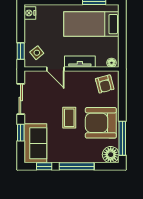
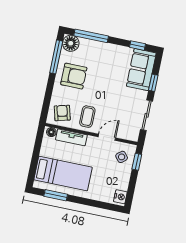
tv unit: (80, 62) -> (71, 137), moved
door: (55, 69) -> (107, 137), hinge flipped
coffee table: (69, 118) -> (87, 117), moved
armchair: (101, 123) -> (74, 76), width x0.73, depth x0.73
window: (77, 166) -> (91, 36), moved

